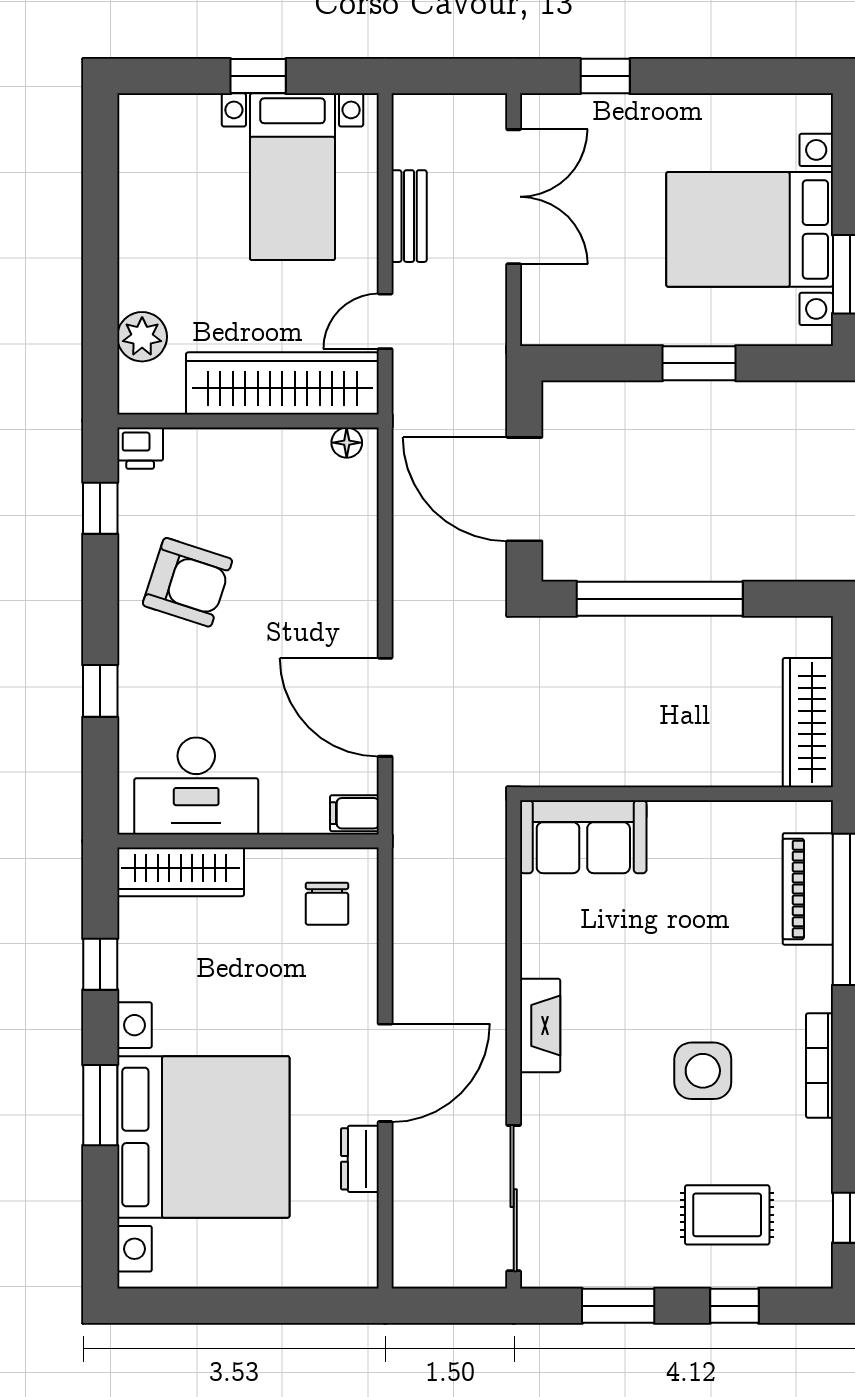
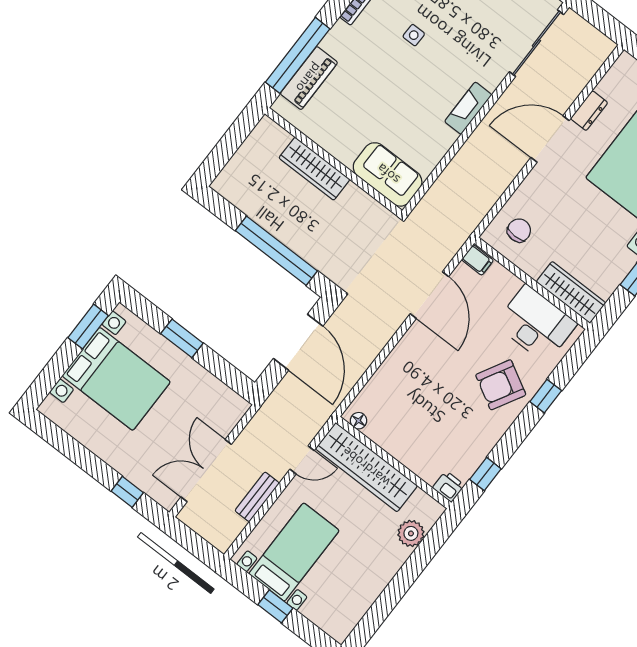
armchair: (187, 582) -> (501, 385), moved, turned -79
wardrobe: (808, 723) -> (314, 169), moved, turned 90
side table: (703, 1071) -> (414, 35), width x0.54, depth x0.54

